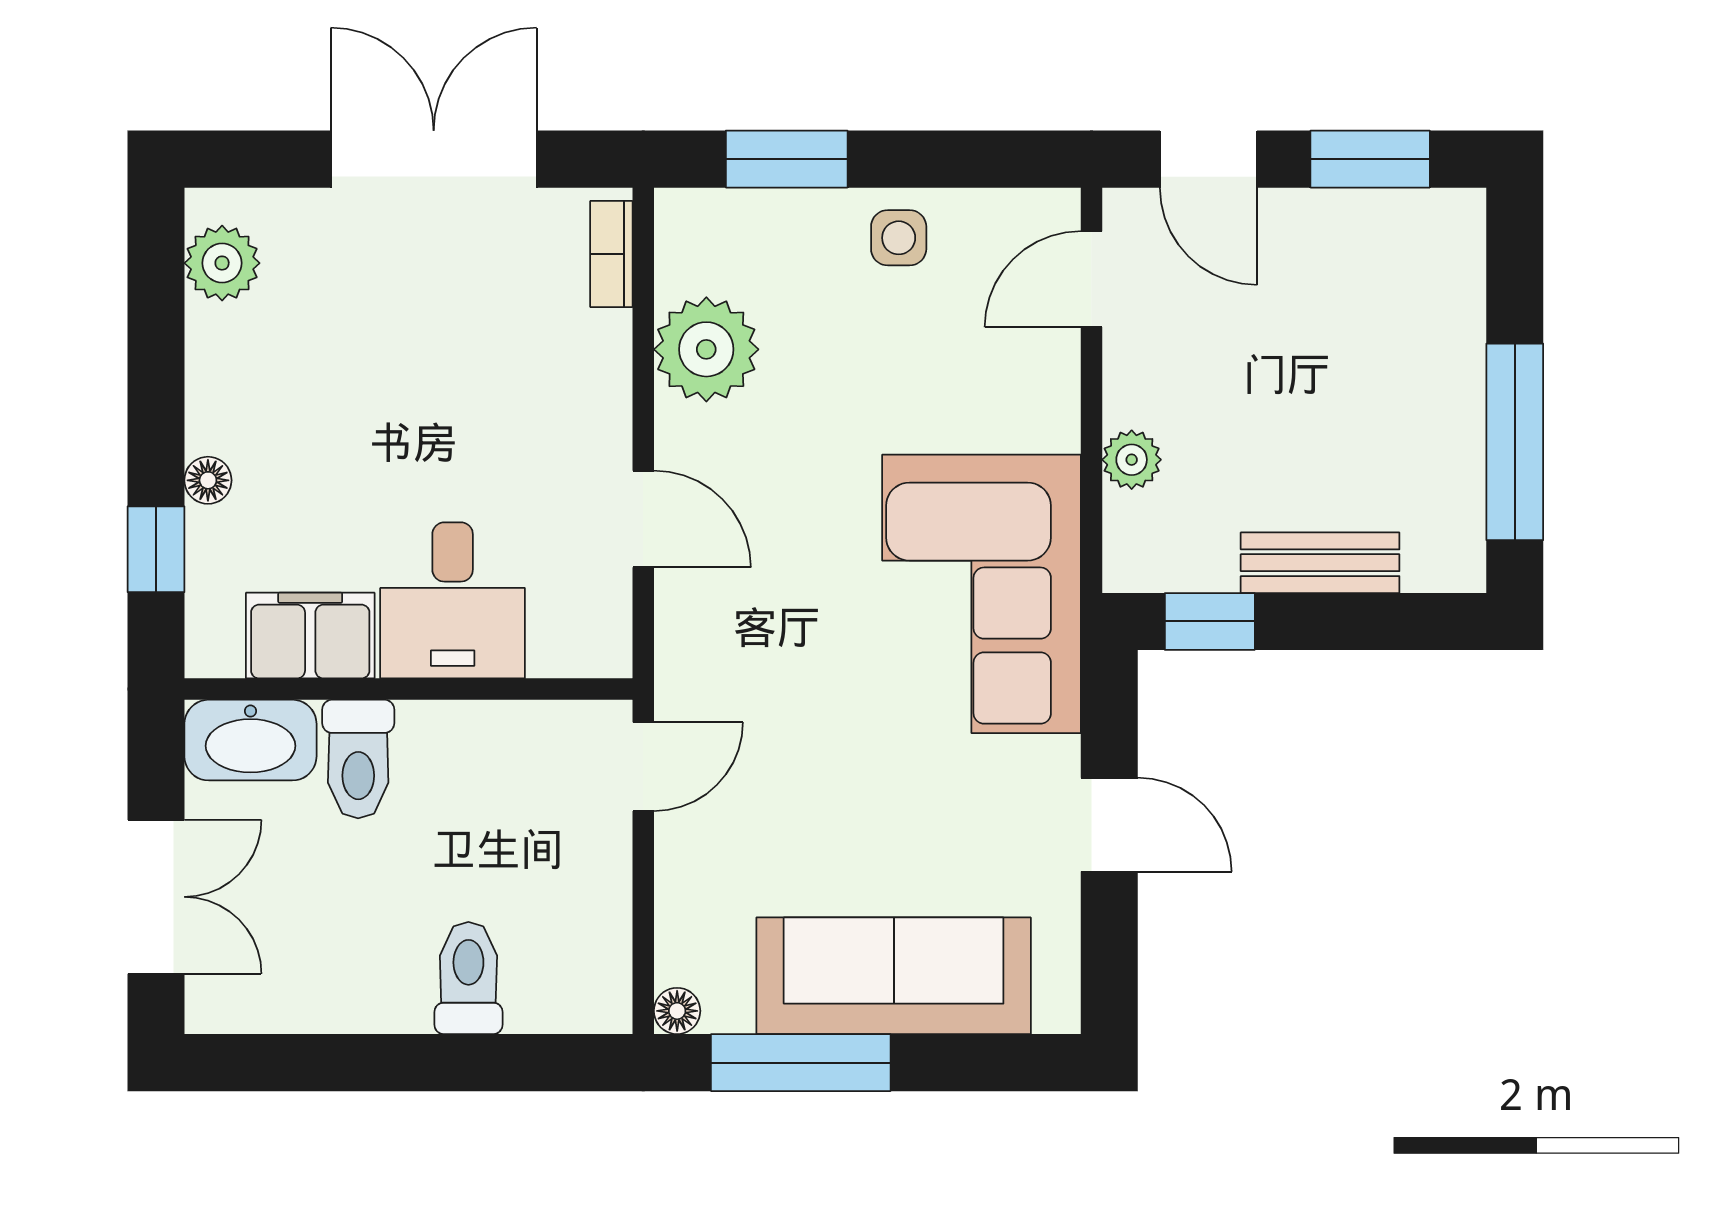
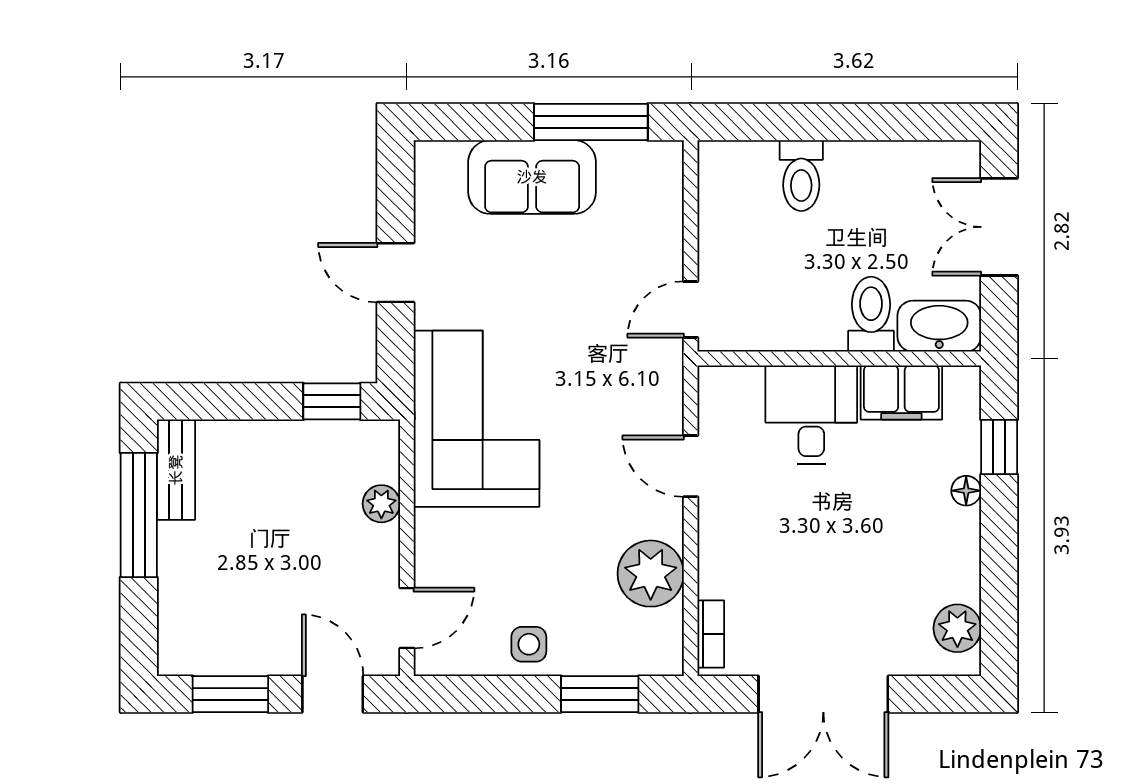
bench: (1320, 563) -> (176, 470), moved, turned 90
sofa: (894, 976) -> (532, 177), width x0.73
floor lamp: (677, 1011) -> (669, 155), removed

